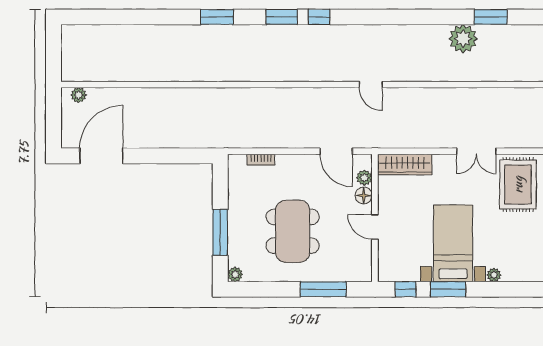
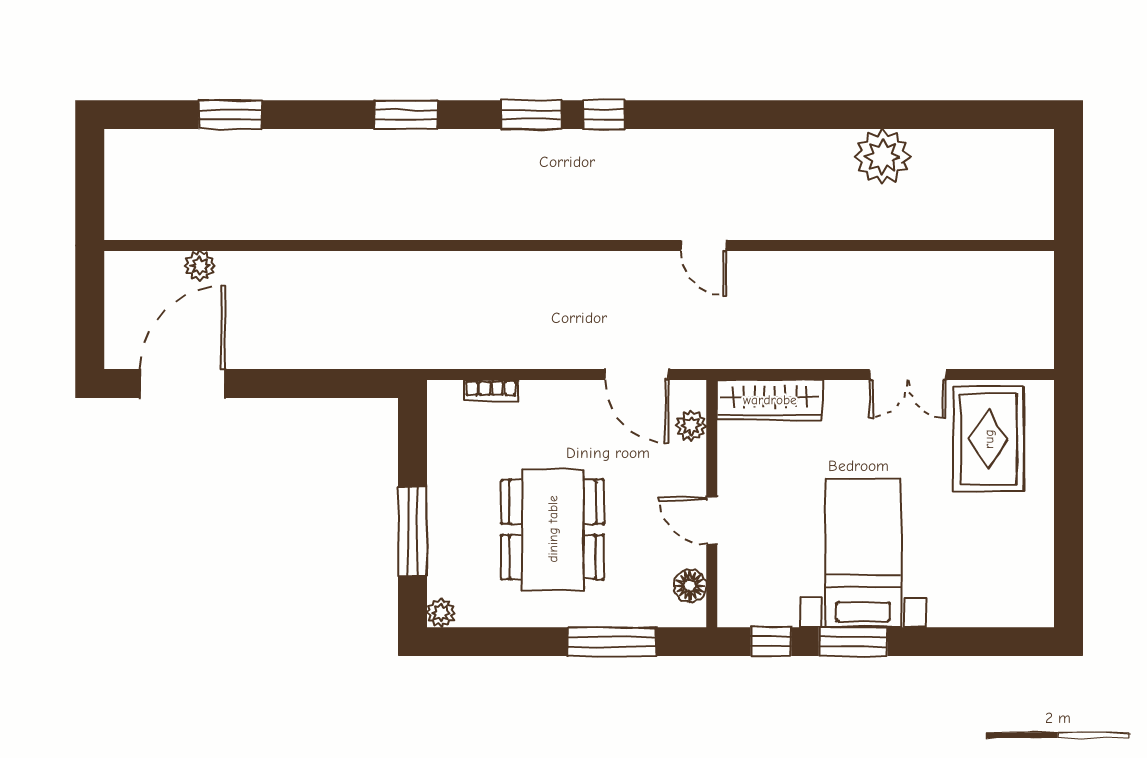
window: (491, 17) -> (230, 115), moved
plant: (79, 95) -> (200, 266), moved
floor lamp: (364, 195) -> (690, 586), moved
plant: (494, 275) -> (942, 614), removed

